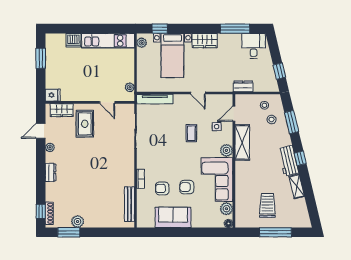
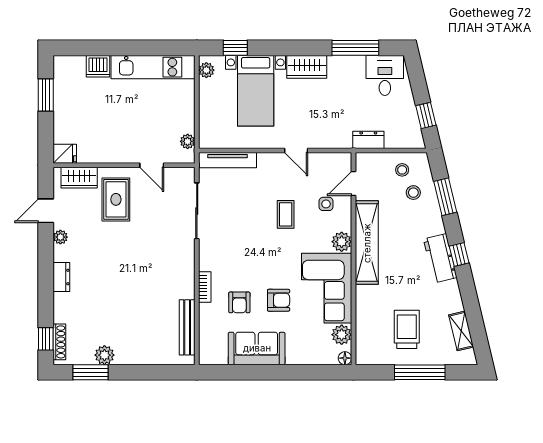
shelving: (242, 142) -> (367, 243), width x1.47
shelving: (297, 186) -> (461, 331), moved
armchair: (187, 187) -> (279, 300), turned 180
armchair: (162, 188) -> (239, 302), turned -90

